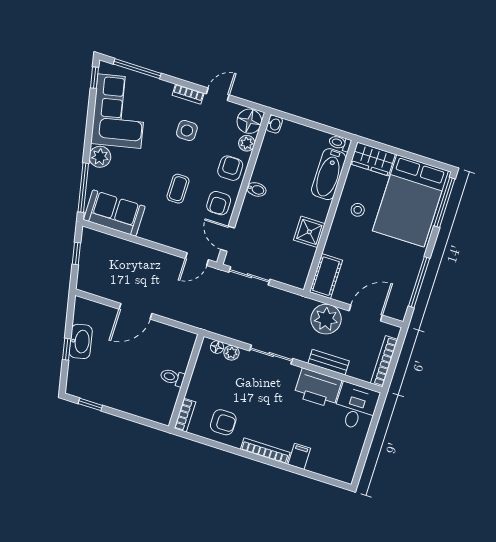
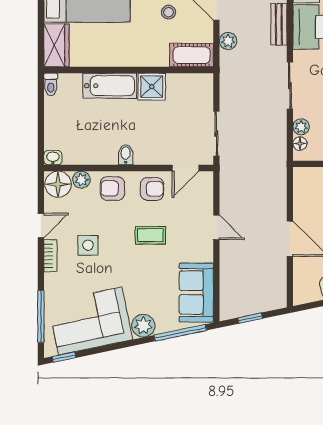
door: (218, 94) -> (41, 225), swing flipped
bathtub: (329, 174) -> (110, 86), moved
stool: (358, 210) -> (169, 12), moved
door: (197, 259) -> (216, 227), moved
plant: (326, 319) -> (228, 41), width x0.53, depth x0.53

